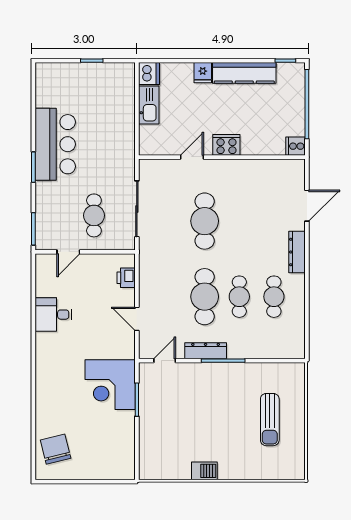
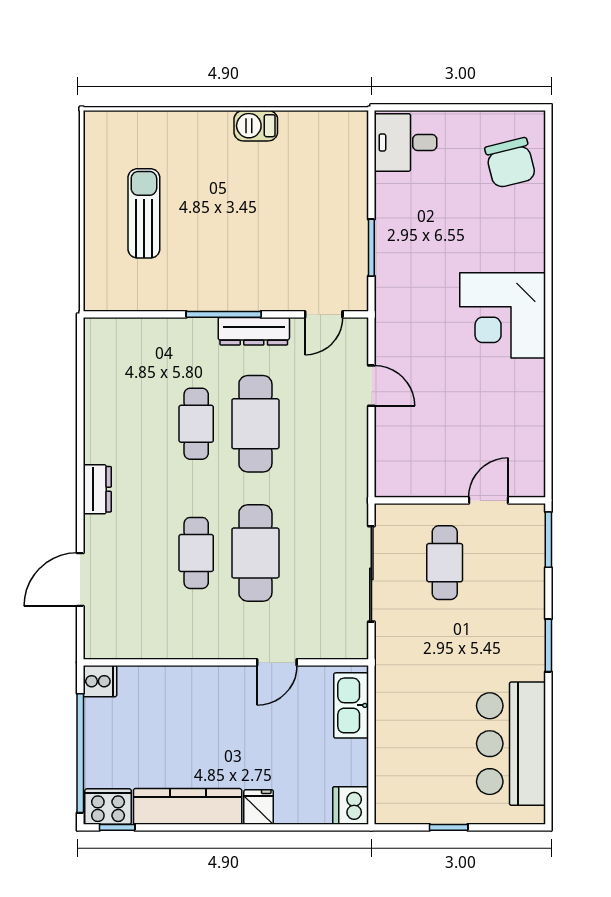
kitchen sink: (149, 105) -> (351, 705), moved
bar counter: (55, 144) -> (511, 744), moved
cooker: (226, 145) -> (108, 807), moved, turned 180
dresser: (297, 252) -> (97, 489), width x0.70
printer: (126, 278) -> (390, 456), removed
cafe table: (274, 297) -> (196, 553), moved
desk: (53, 315) -> (405, 142), moved, turned 180
corner desk: (110, 385) -> (503, 315), moved, turned 180

